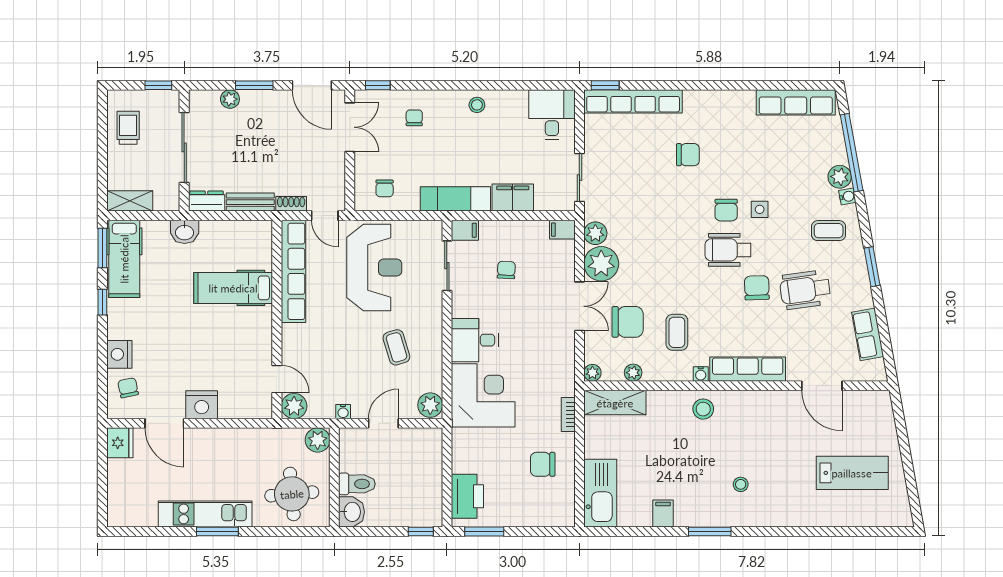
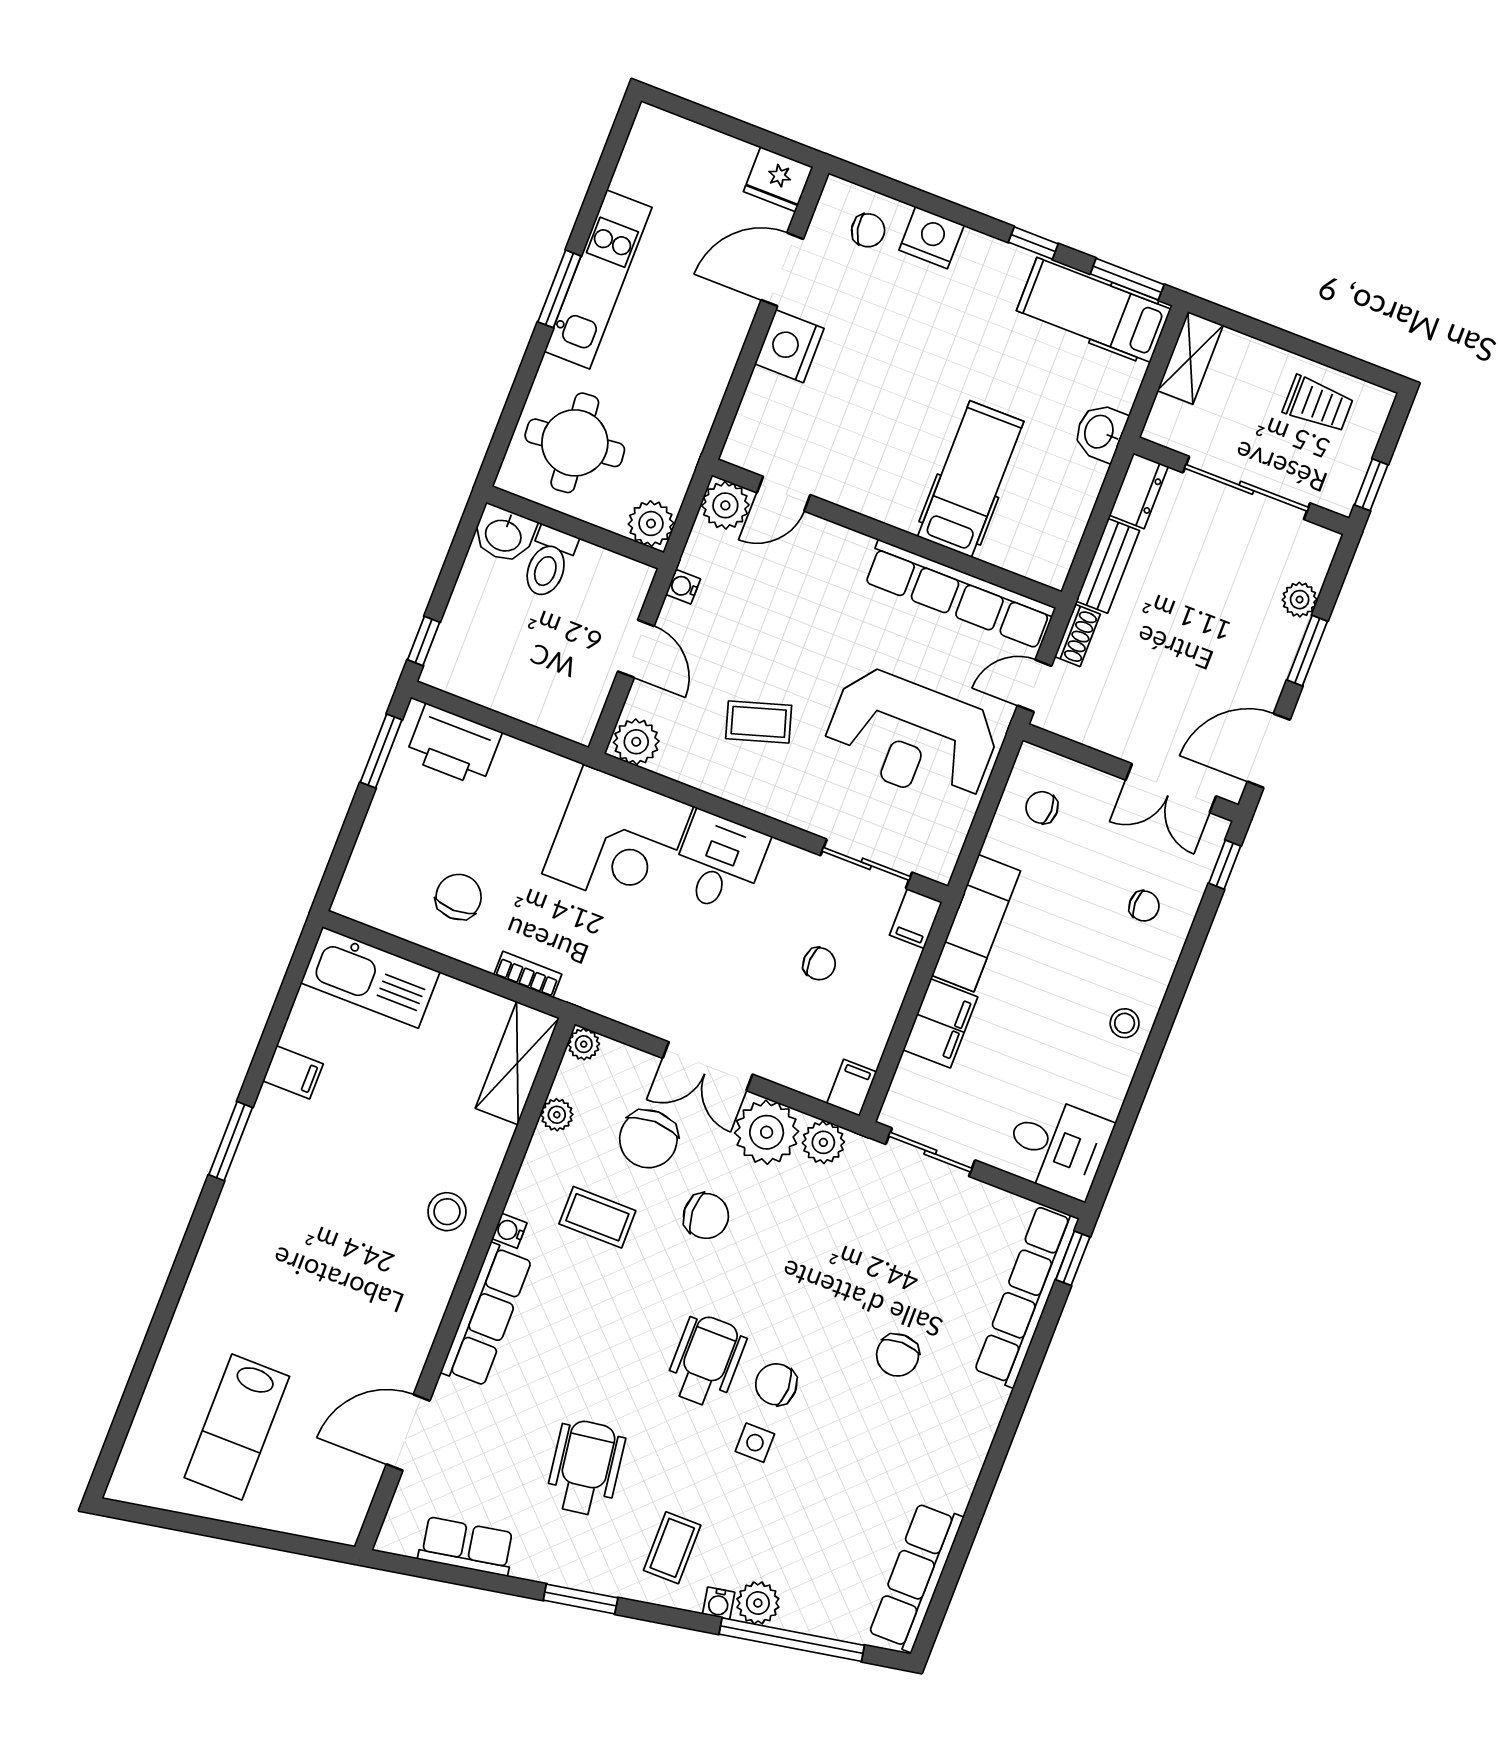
chair: (757, 288) -> (706, 1216), moved
stool: (741, 484) -> (292, 1226), removed

